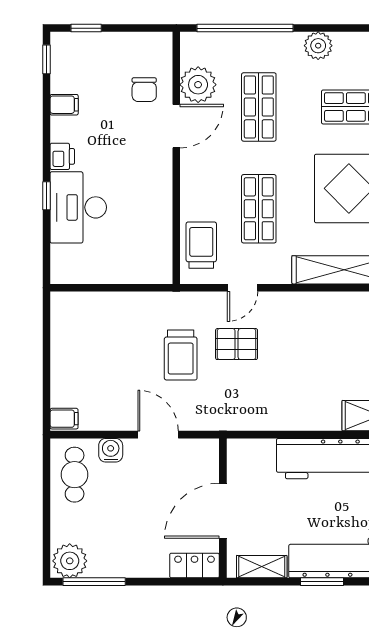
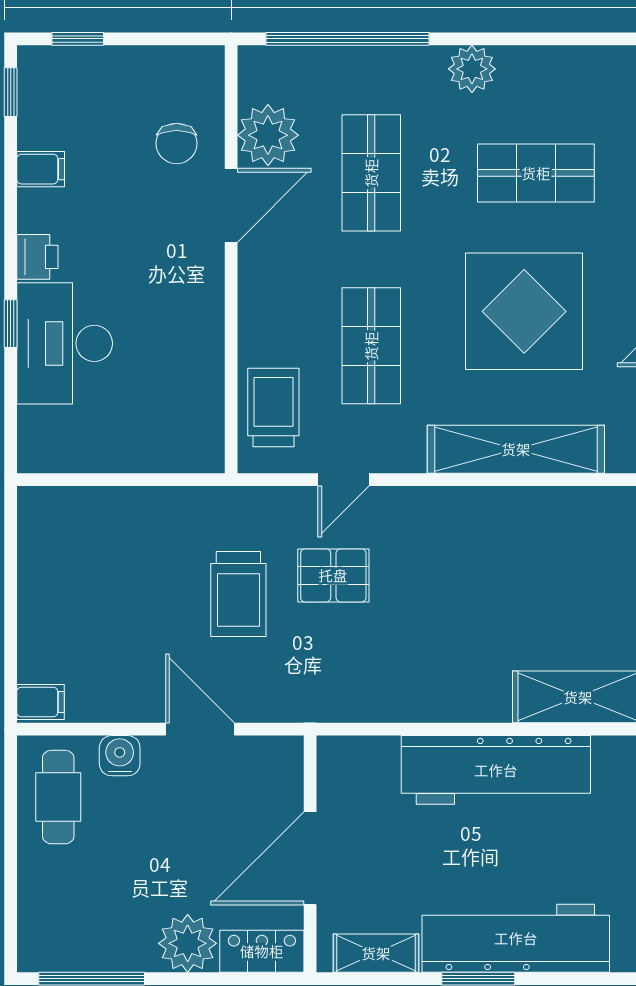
plant: (70, 561) -> (188, 943), moved

